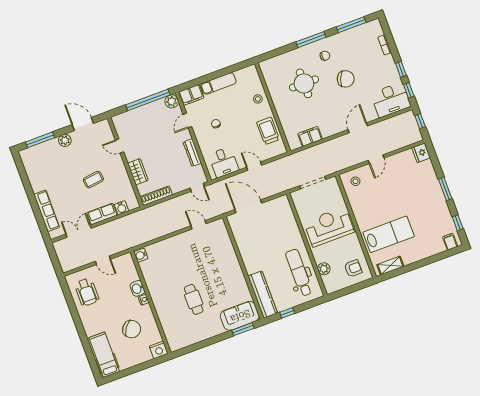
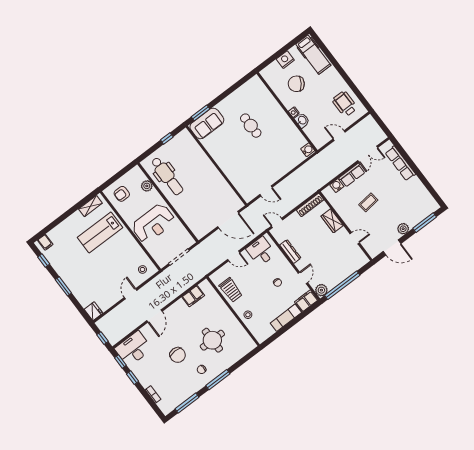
chair: (346, 79) -> (178, 355), turned -112
kitchen counter: (263, 295) -> (193, 148), removed
nightstand: (159, 350) -> (285, 60), moved

